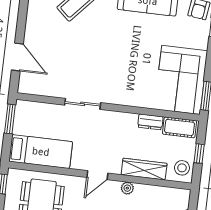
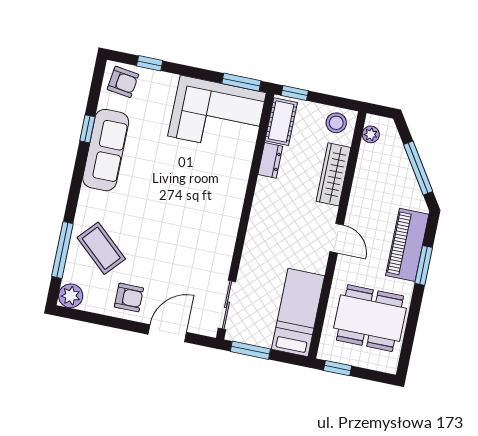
armchair: (41, 27) -> (129, 298), added
sliding door: (83, 104) -> (227, 305), moved
window: (199, 154) -> (295, 93), moved
plant: (127, 188) -> (371, 134), moved

